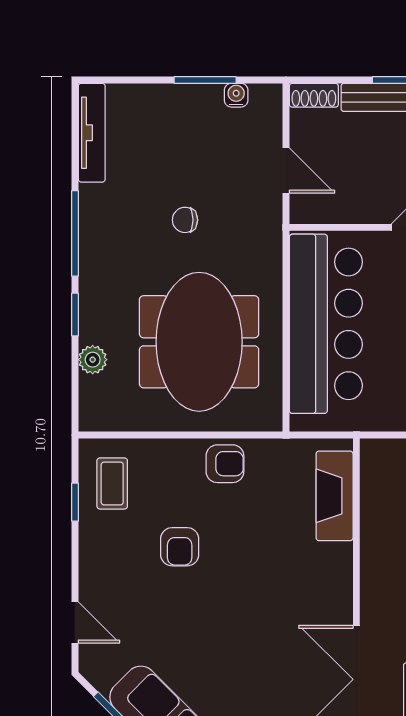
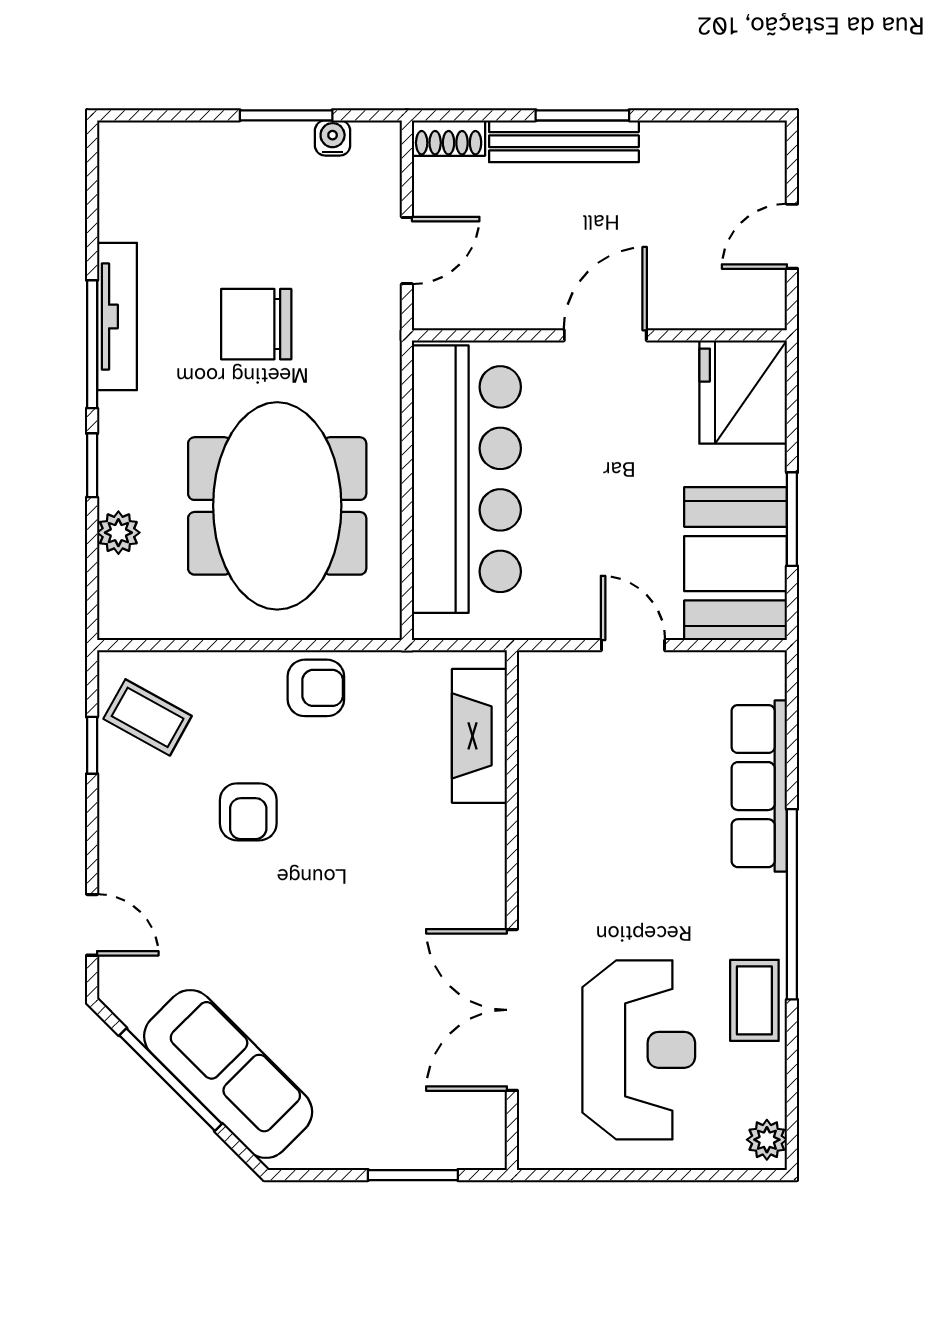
tv unit: (92, 133) -> (117, 317), moved
door: (286, 171) -> (407, 250), hinge flipped
chair: (185, 220) -> (256, 324), width x1.87, depth x1.87
coffee table: (112, 483) -> (148, 717), turned -61

